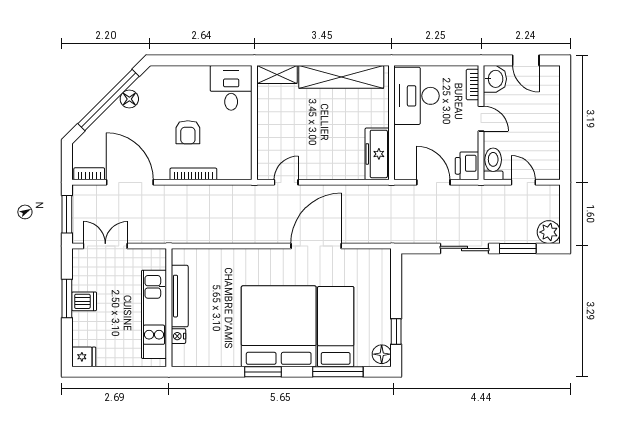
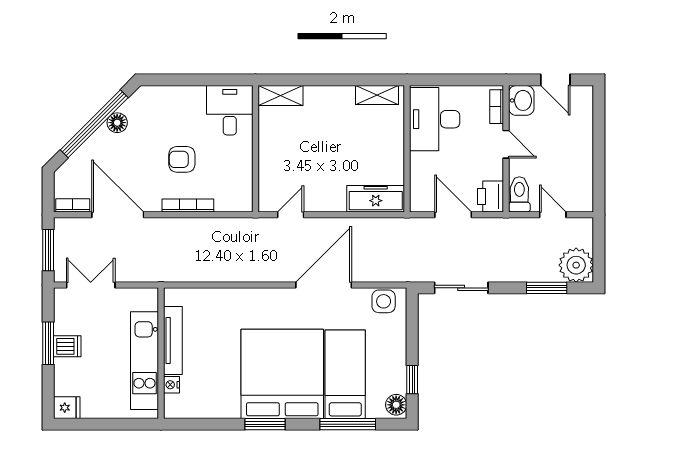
shelving: (341, 77) -> (377, 95), width x0.45, depth x0.75
armchair: (188, 132) -> (182, 159), turned 90
freezer: (377, 154) -> (376, 199), moved, turned 90
plant: (549, 232) -> (576, 265), width x1.36, depth x1.36
sliding door: (465, 248) -> (461, 288), moved
side table: (370, 261) -> (384, 301), added

